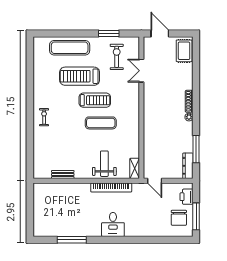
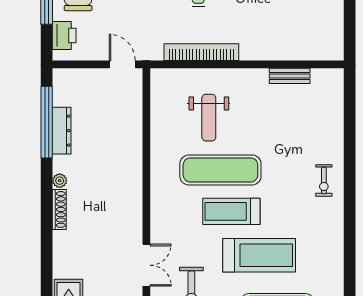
exercise mat: (101, 123) -> (220, 170), width x1.36, depth x1.45
window: (196, 149) -> (47, 122), width x1.46
weight bench: (104, 164) -> (209, 118), moved
dresser: (188, 166) -> (62, 131), moved
shelving: (135, 168) -> (159, 87), removed

